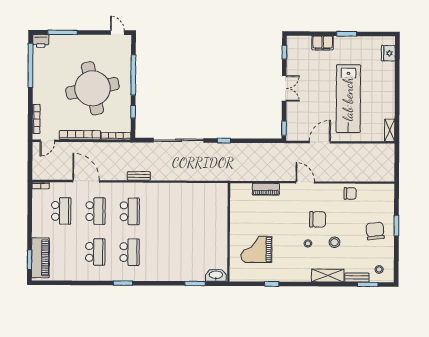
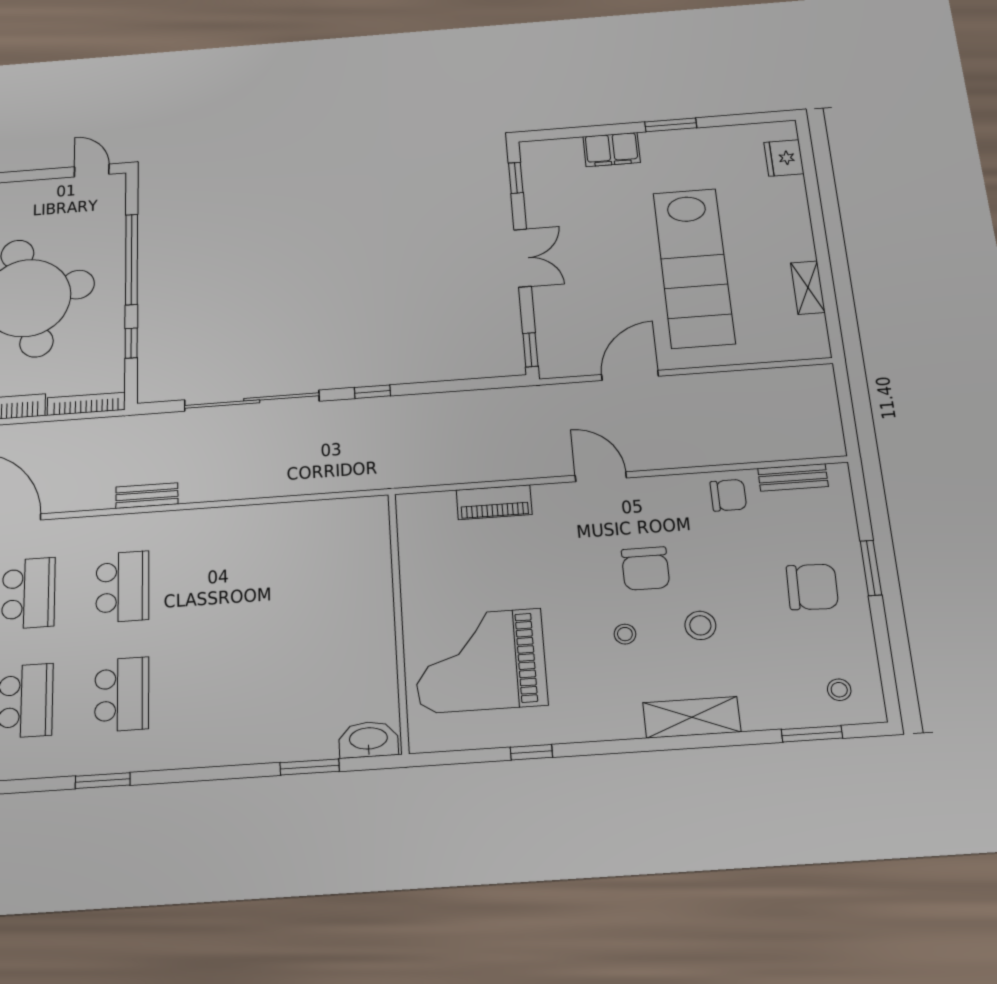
shelving: (390, 130) -> (808, 288), moved
chair: (318, 219) -> (646, 568), turned 90
chair: (375, 231) -> (812, 587), turned 98
grand piano: (256, 249) -> (480, 661), width x1.37, depth x1.48
bench: (357, 278) -> (793, 477), moved

